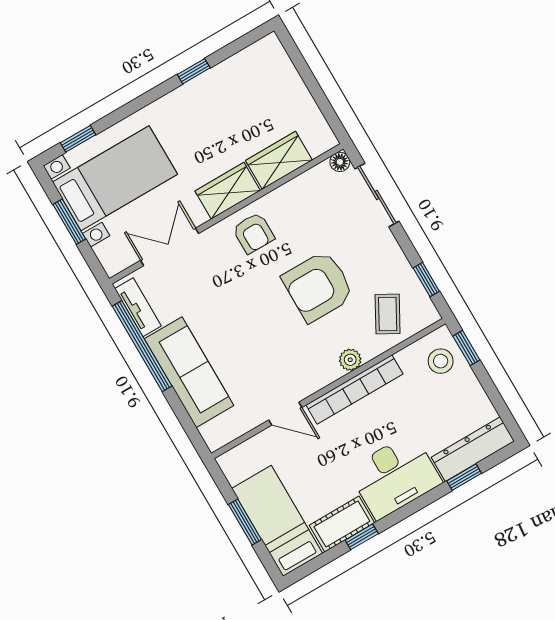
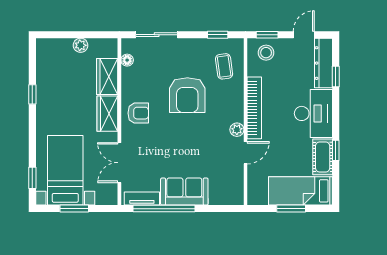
plant: (301, 98) -> (81, 45), added
floor lamp: (340, 162) -> (127, 60), moved
coffee table: (388, 314) -> (224, 66), turned 53
plant: (350, 360) -> (237, 130), moved
sofa: (189, 372) -> (184, 192), width x0.73
door: (496, 399) -> (304, 35), added

